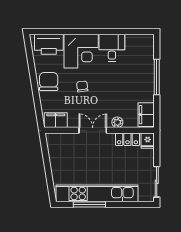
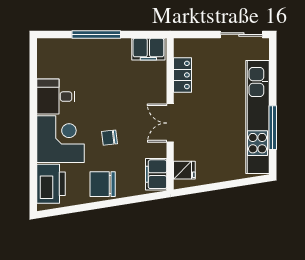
plant: (117, 122) -> (159, 89), removed
fridge: (148, 141) -> (184, 170), moved

